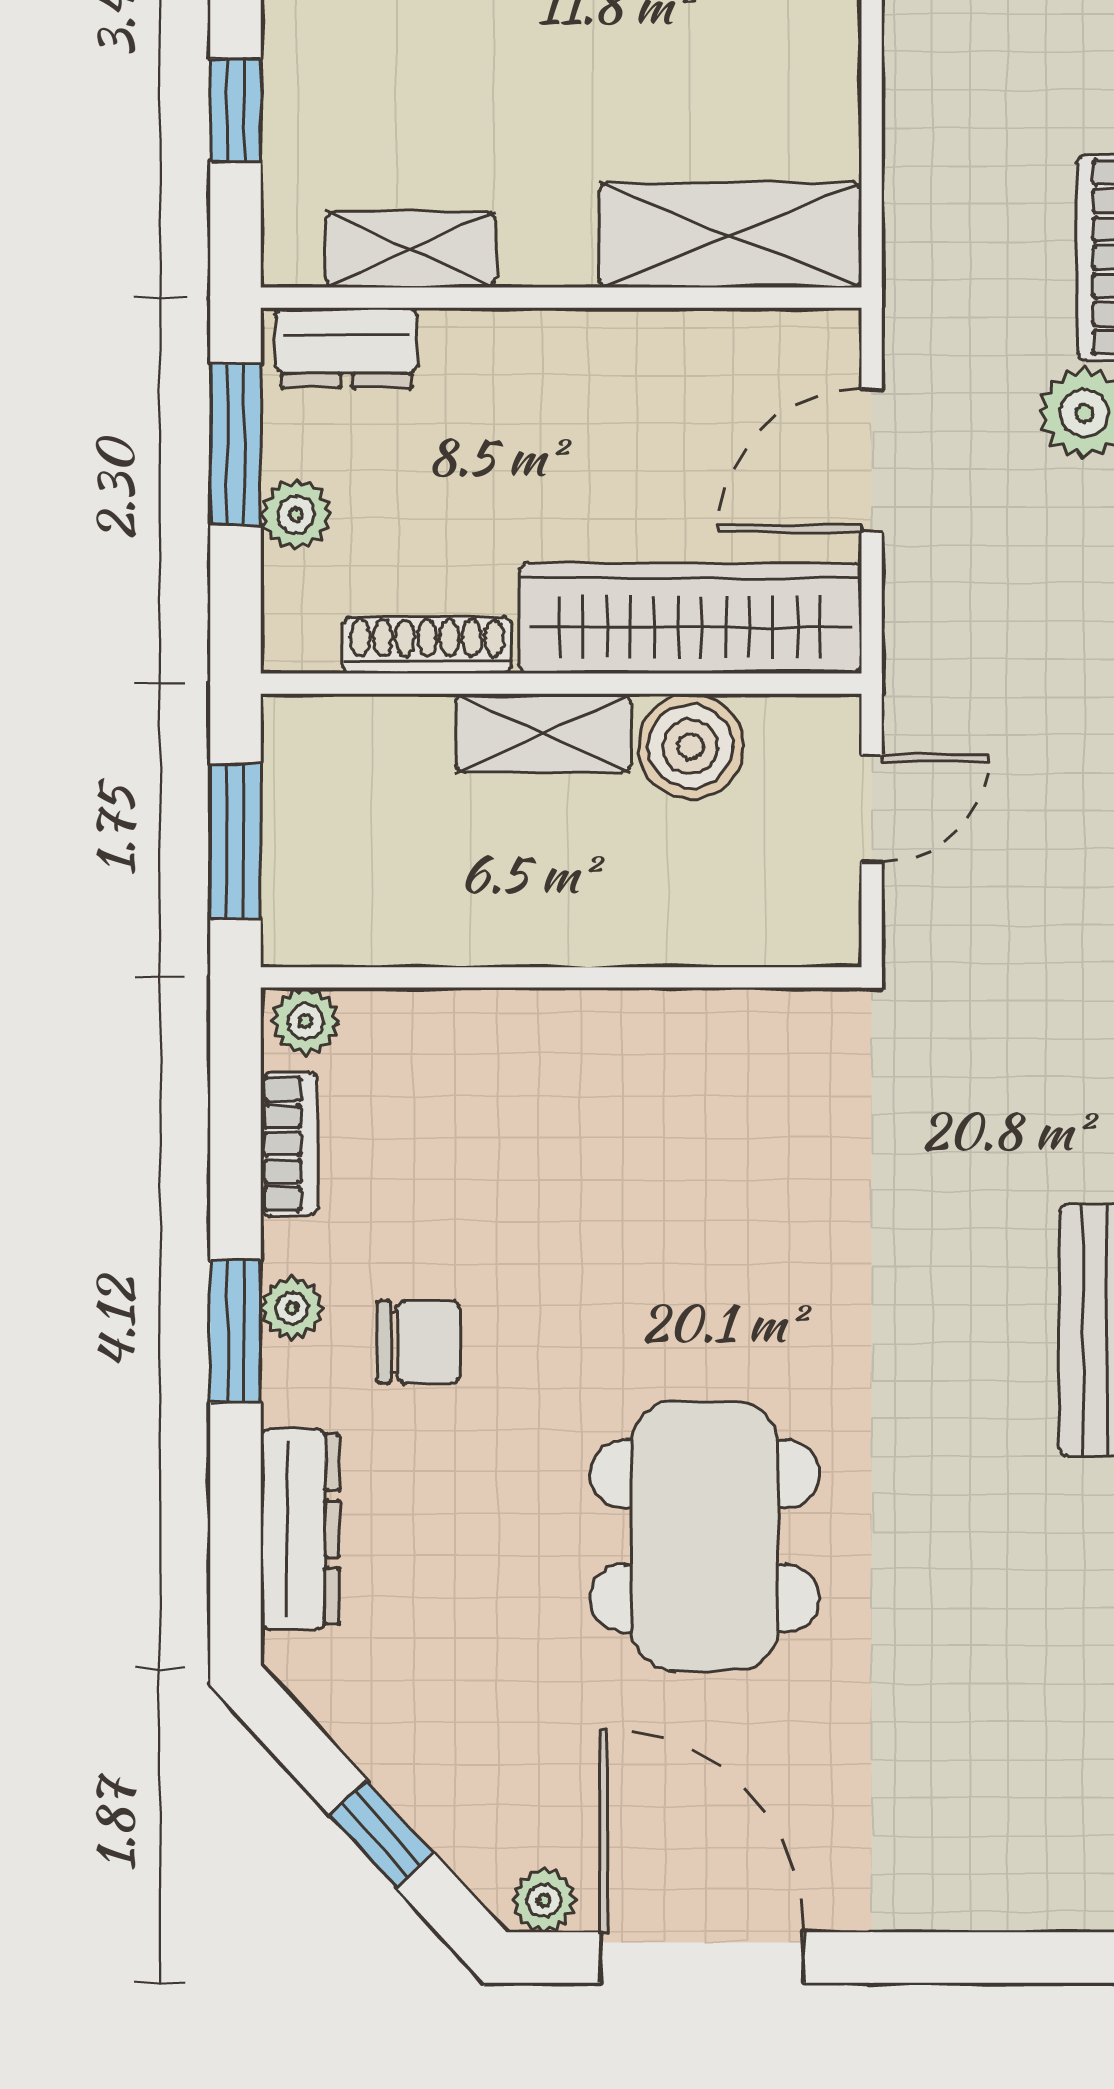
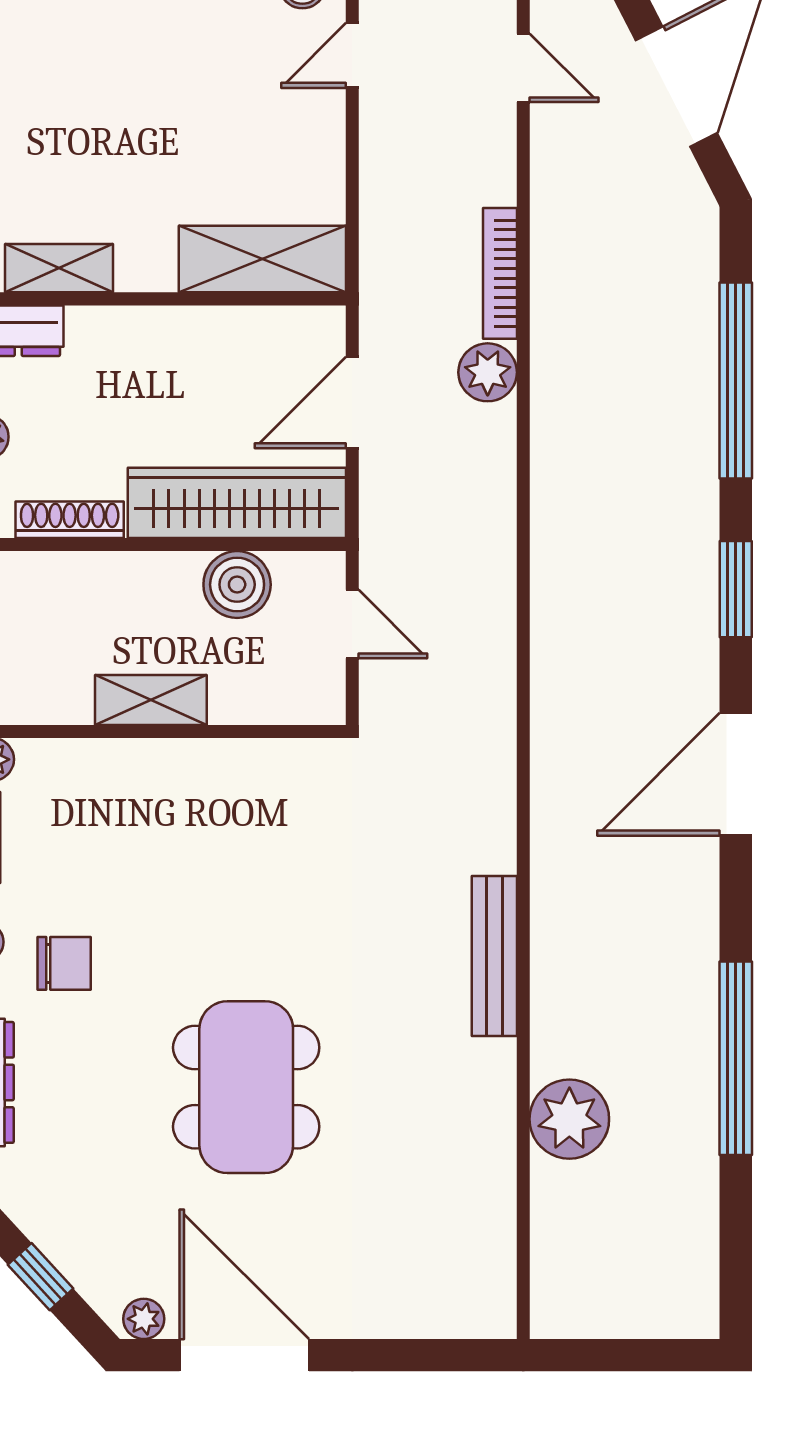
shelving: (543, 733) -> (151, 700), moved
door: (872, 809) -> (352, 624), hinge flipped

